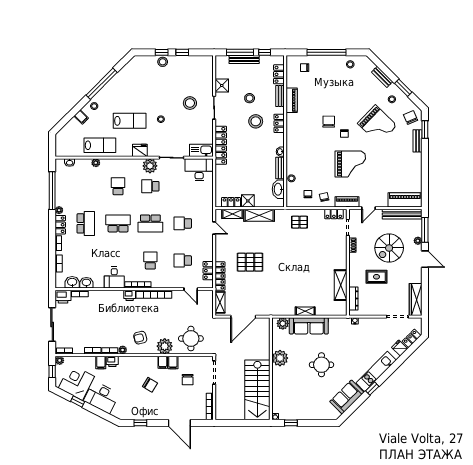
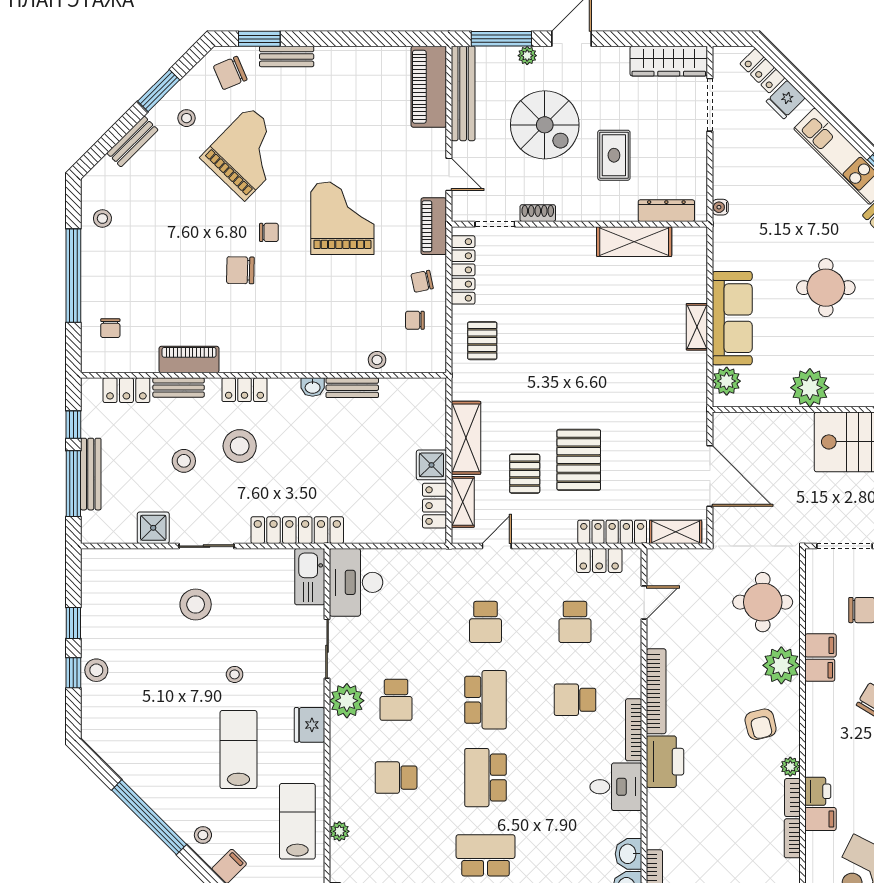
washbasin: (278, 189) -> (403, 392), removed
locker: (334, 214) -> (463, 270), width x1.53
pallet: (244, 240) -> (525, 474), added
printer: (130, 295) -> (665, 762), width x1.87, depth x1.48

